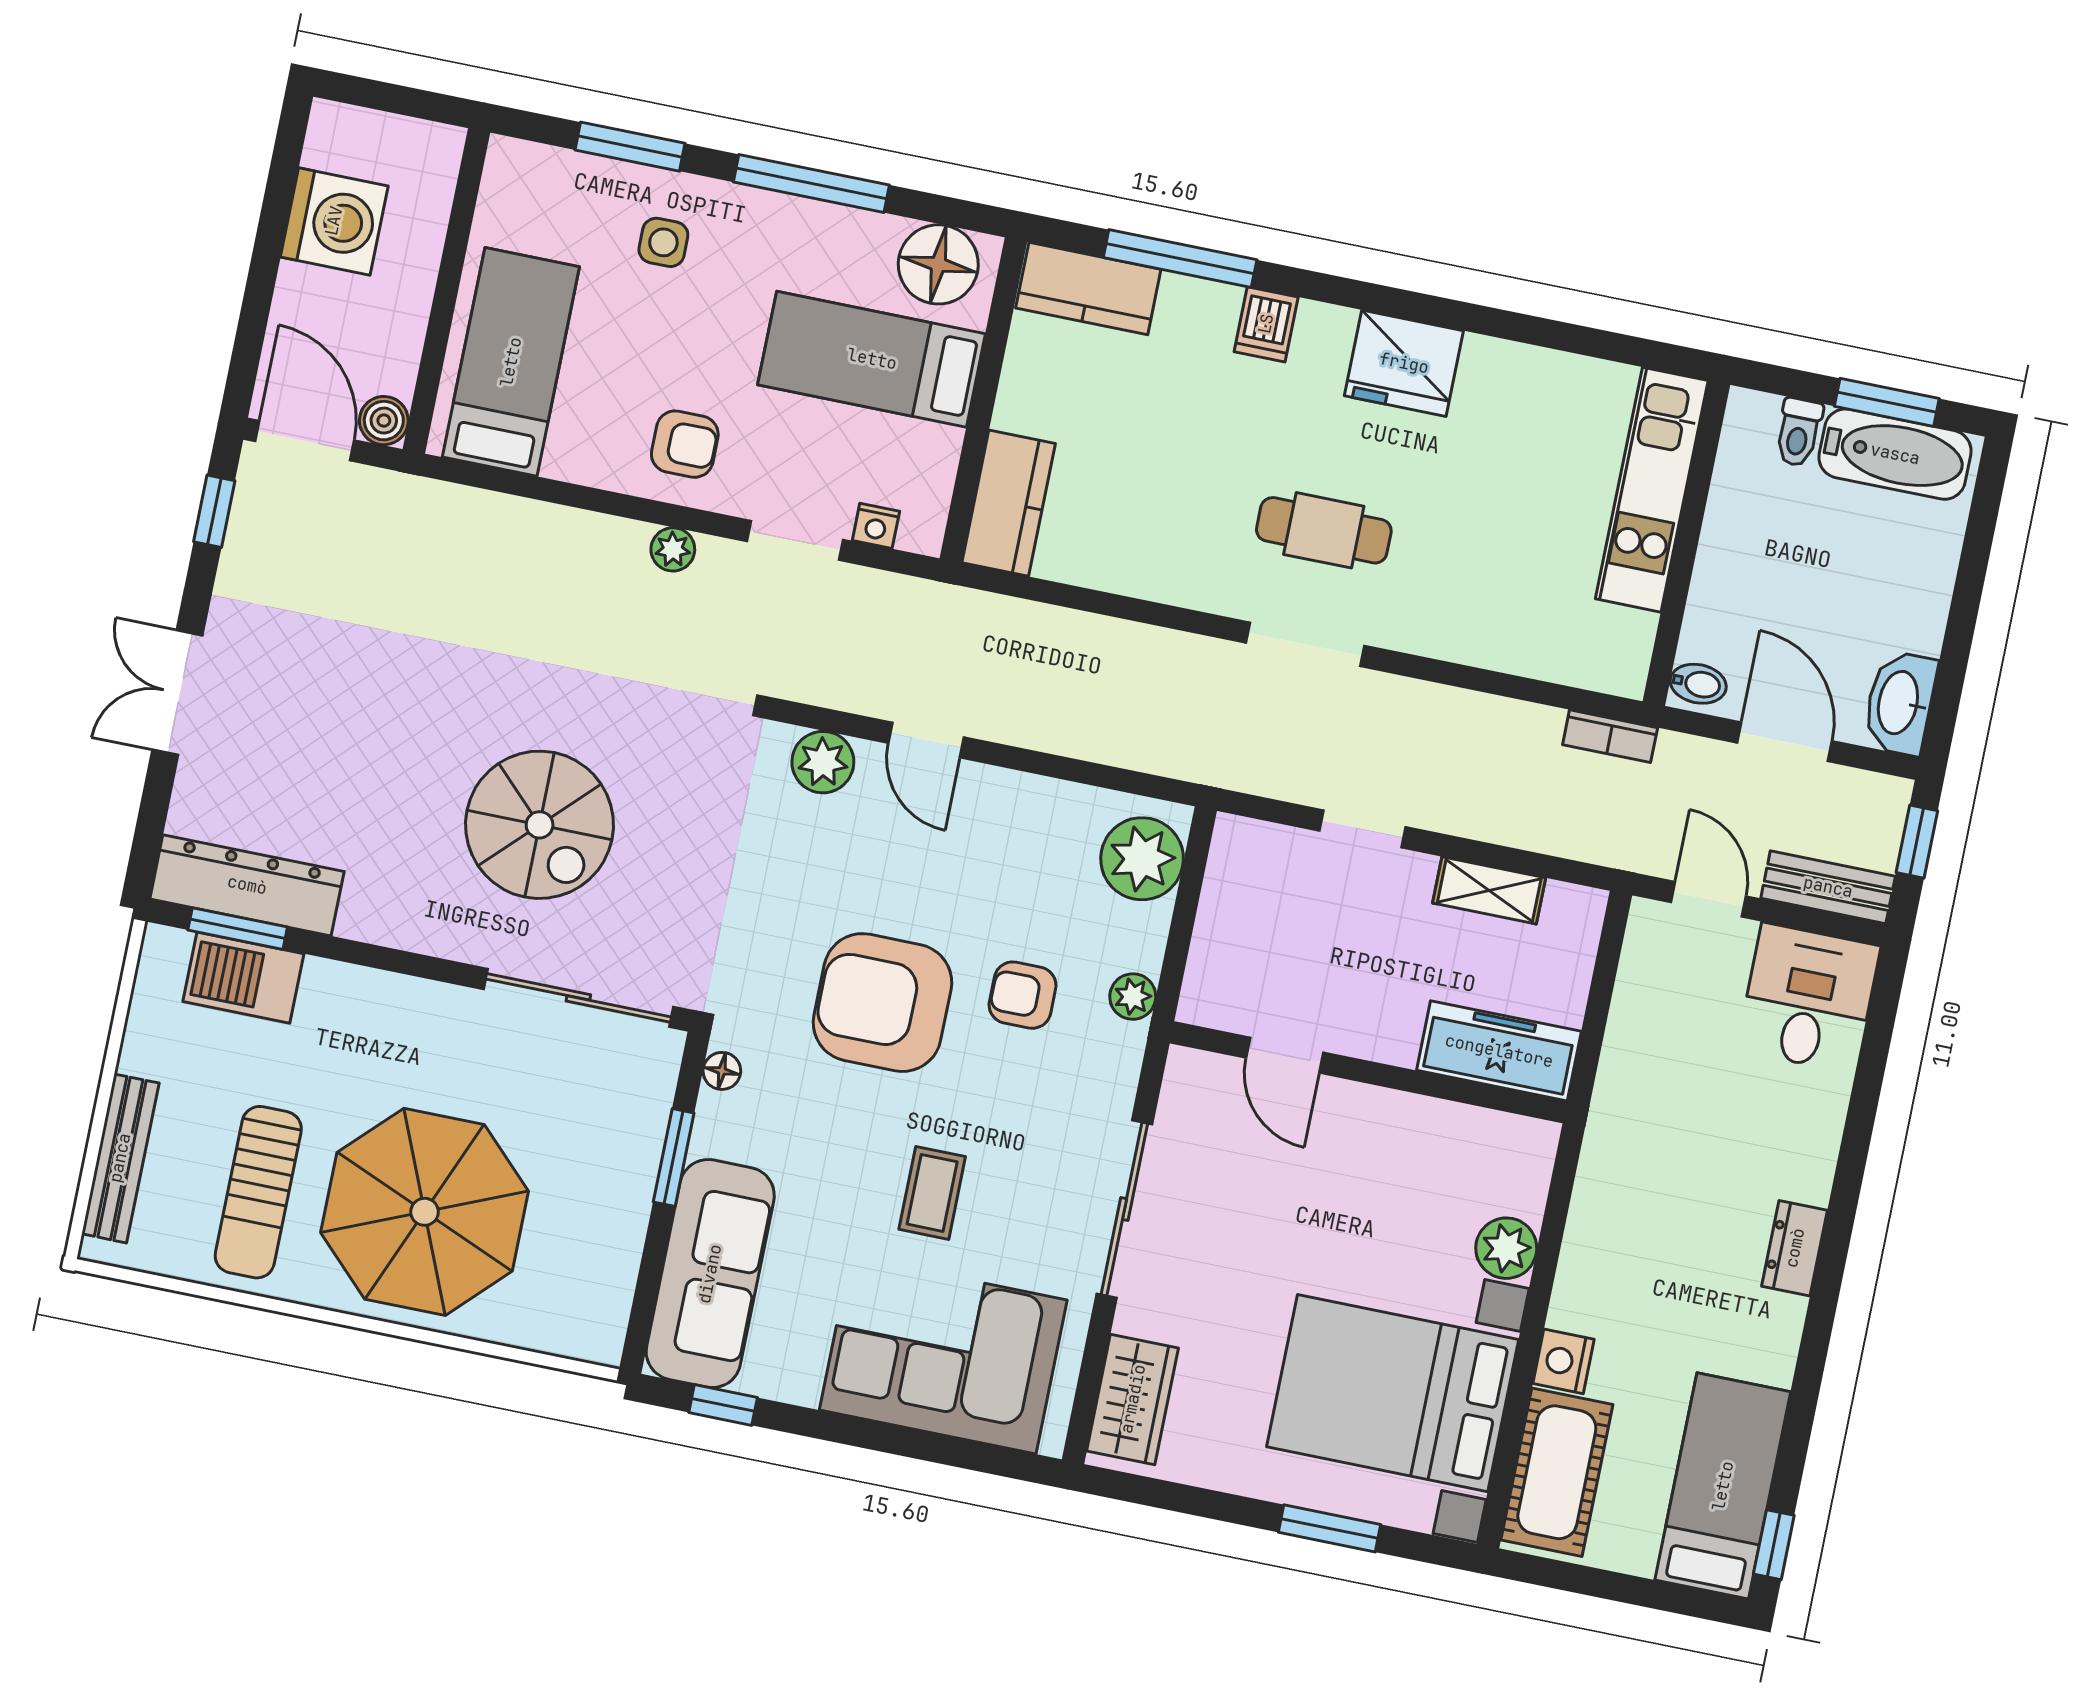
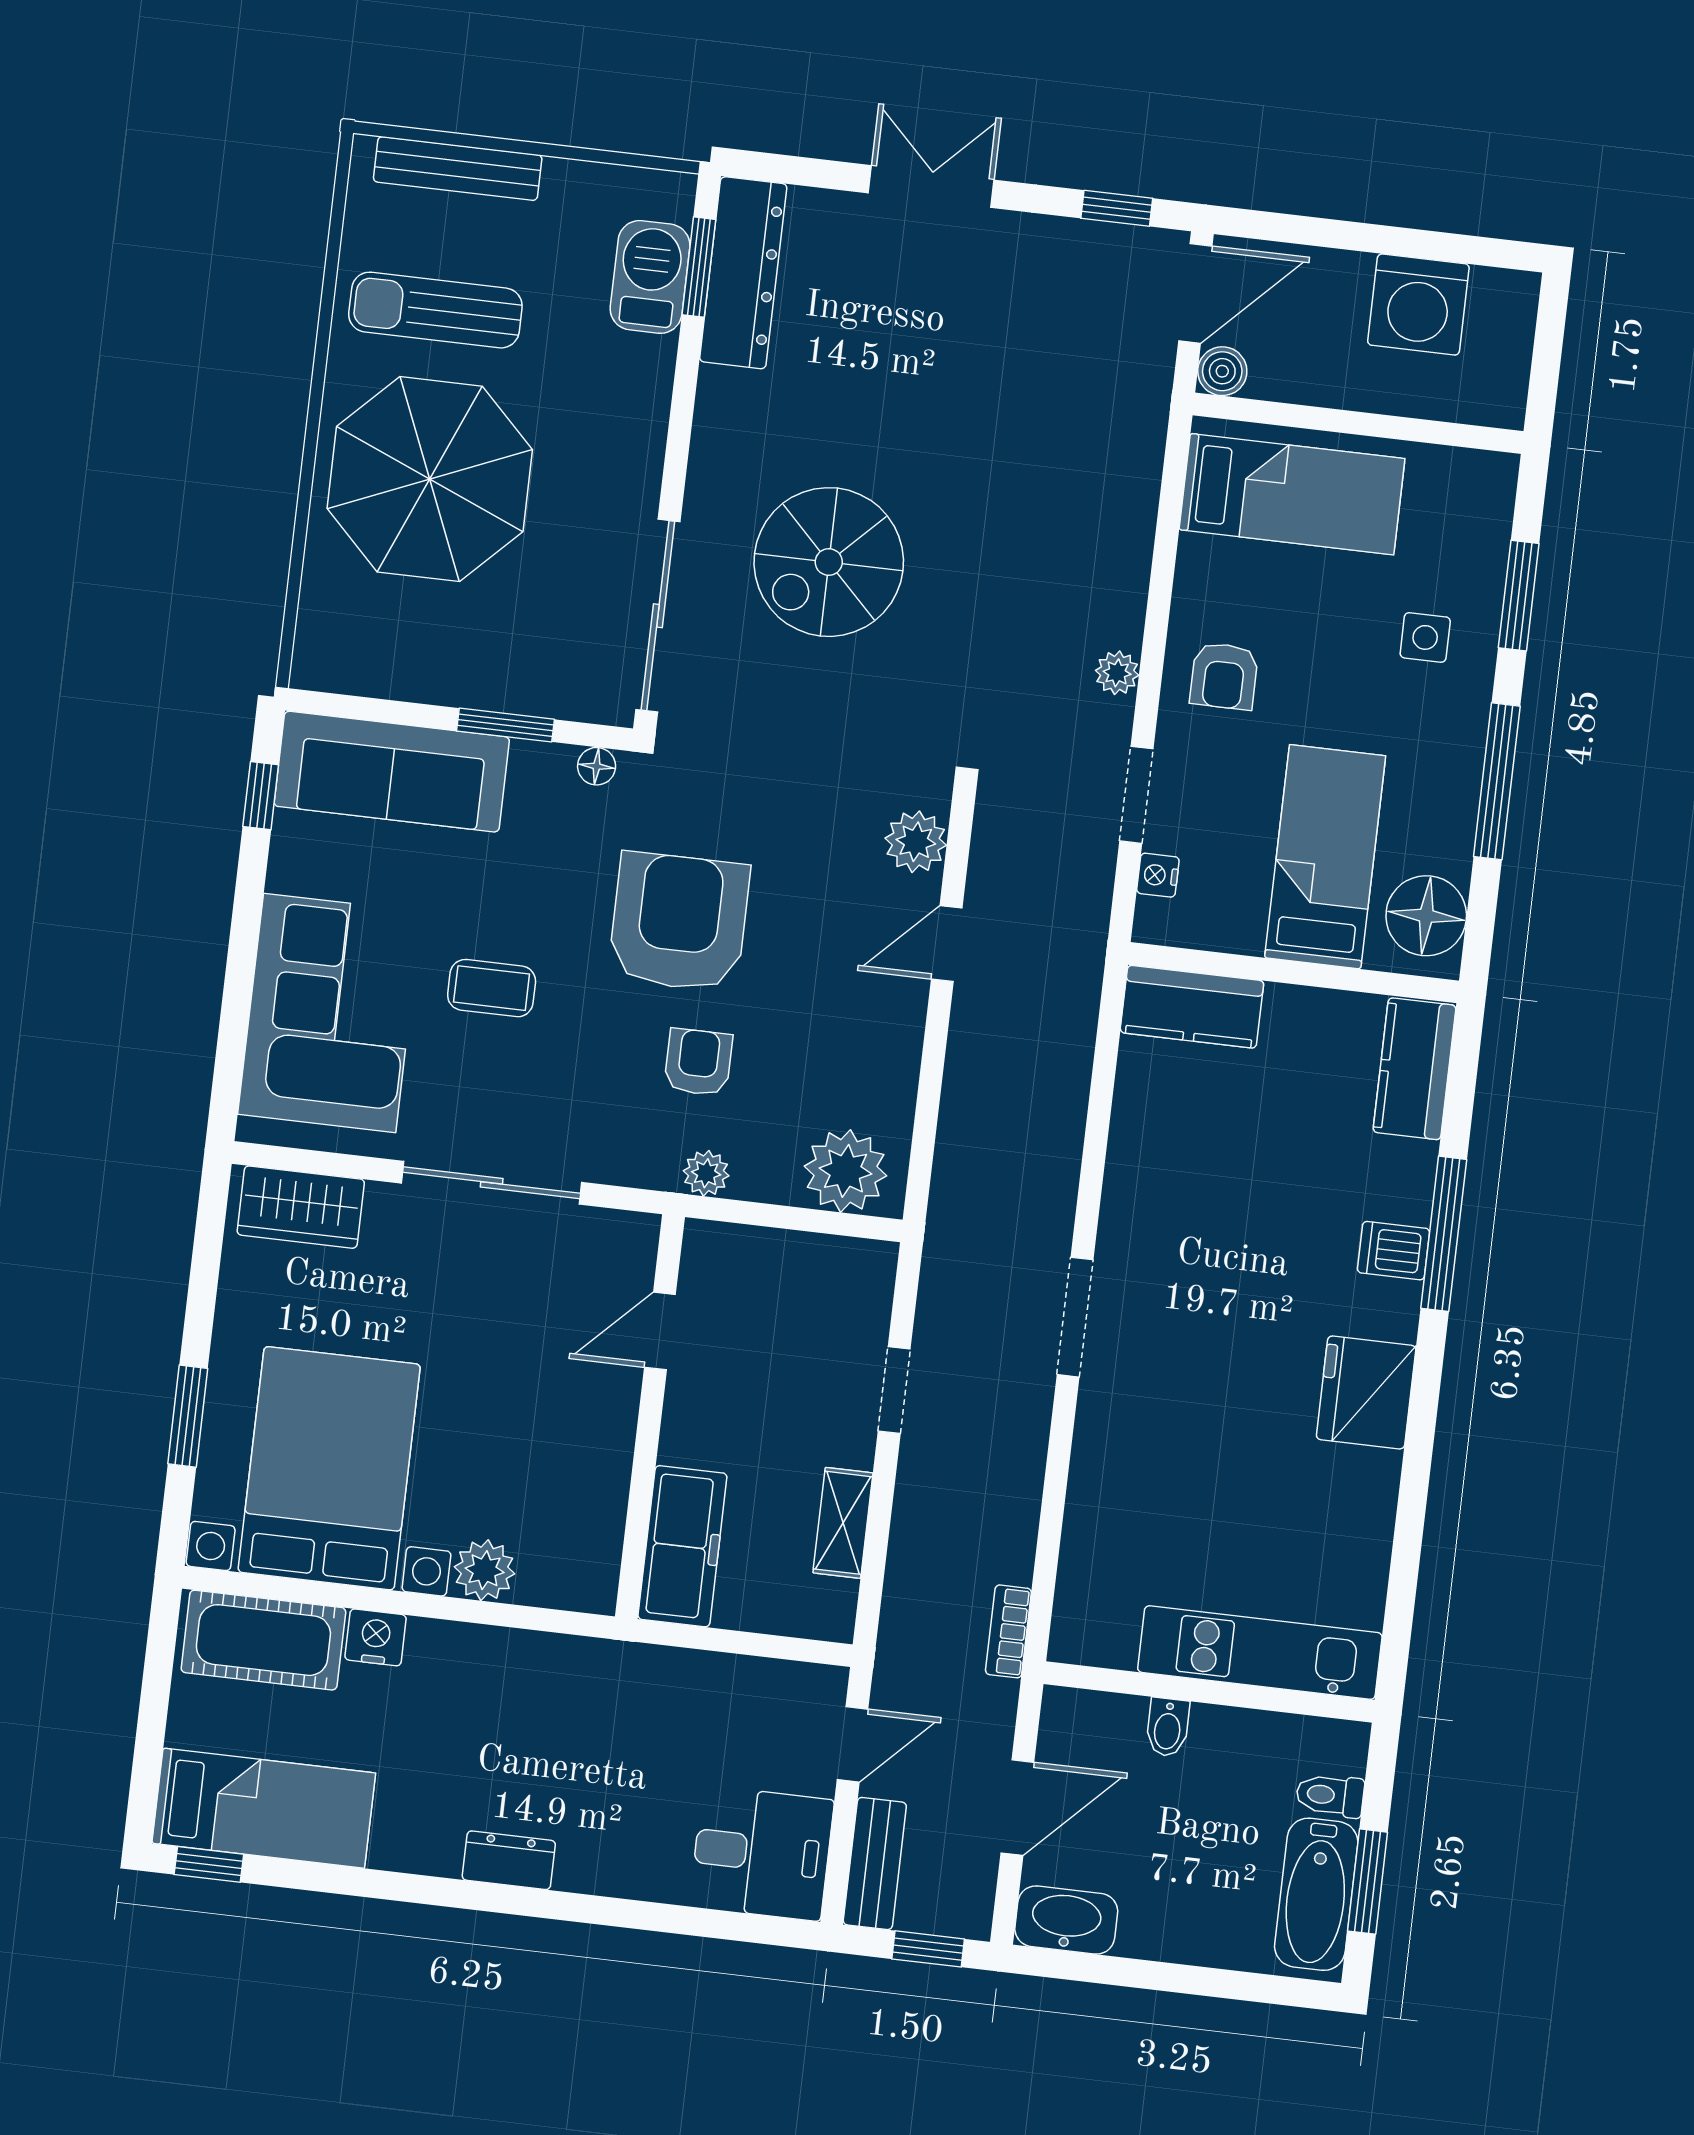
window: (1180, 259) -> (1444, 1234), moved
cafe table: (1324, 530) -> (1191, 1326), removed
bidet: (1698, 684) -> (1168, 1727), moved

